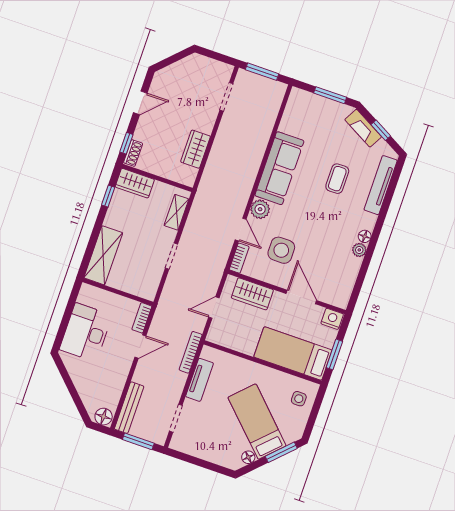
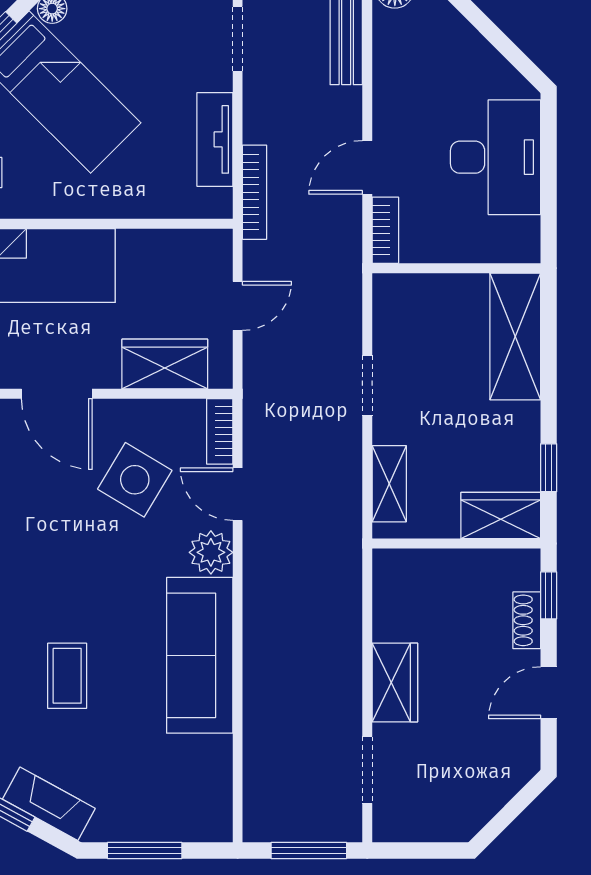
wardrobe: (196, 149) -> (395, 682), moved
shoe rack: (133, 153) -> (527, 620), moved
side table: (281, 250) -> (135, 480), turned 31

